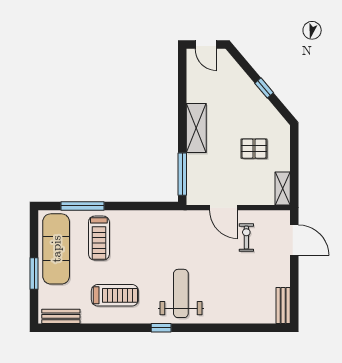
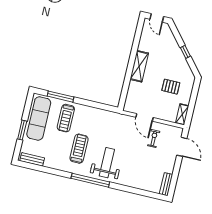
window: (182, 174) -> (124, 92), removed
treadmill: (115, 295) -> (79, 149), moved, turned -90
window: (161, 328) -> (90, 180), width x3.17

